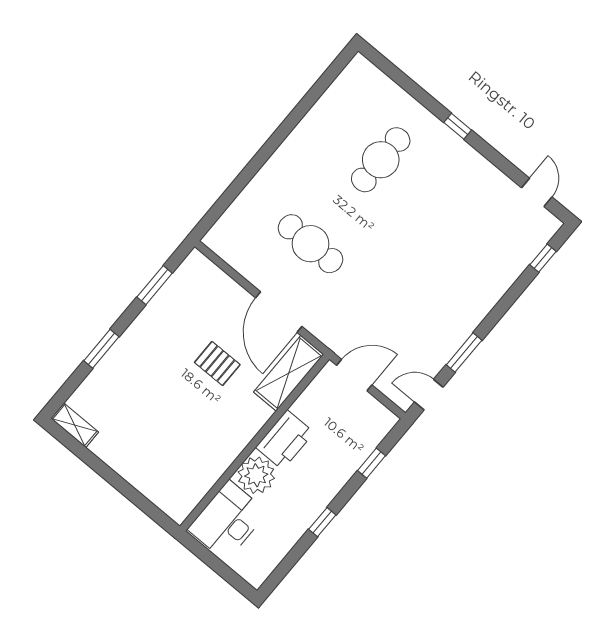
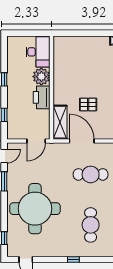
round table: (451, 264) -> (35, 209), added

